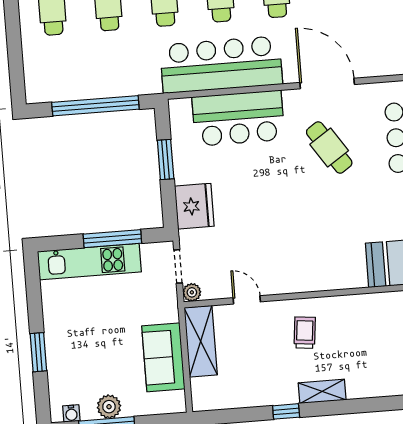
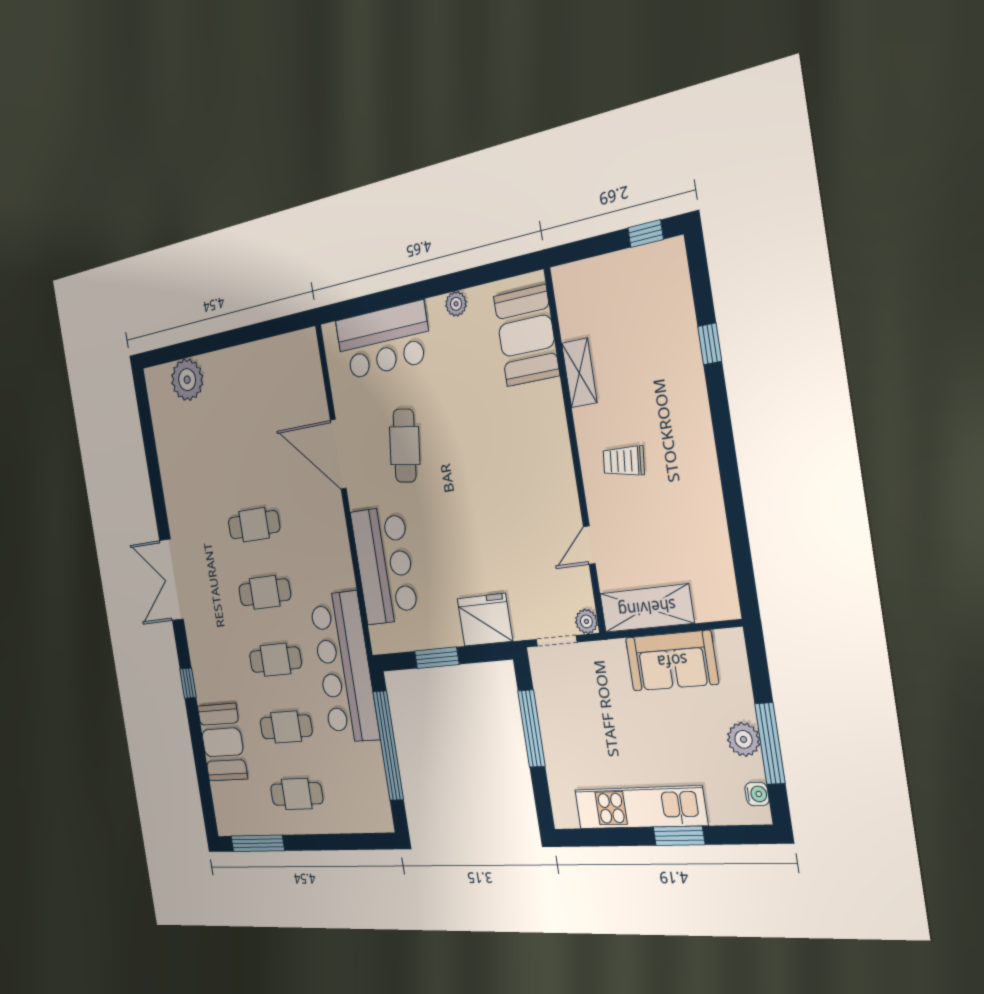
bar counter: (221, 65) -> (344, 667), moved
door: (327, 83) -> (338, 454), hinge flipped
cafe table: (329, 147) -> (405, 446), turned -48
kitchen unit: (89, 262) -> (640, 807), moved, turned -90
shelving: (322, 391) -> (579, 373), moved
window: (286, 411) -> (710, 344), moved

